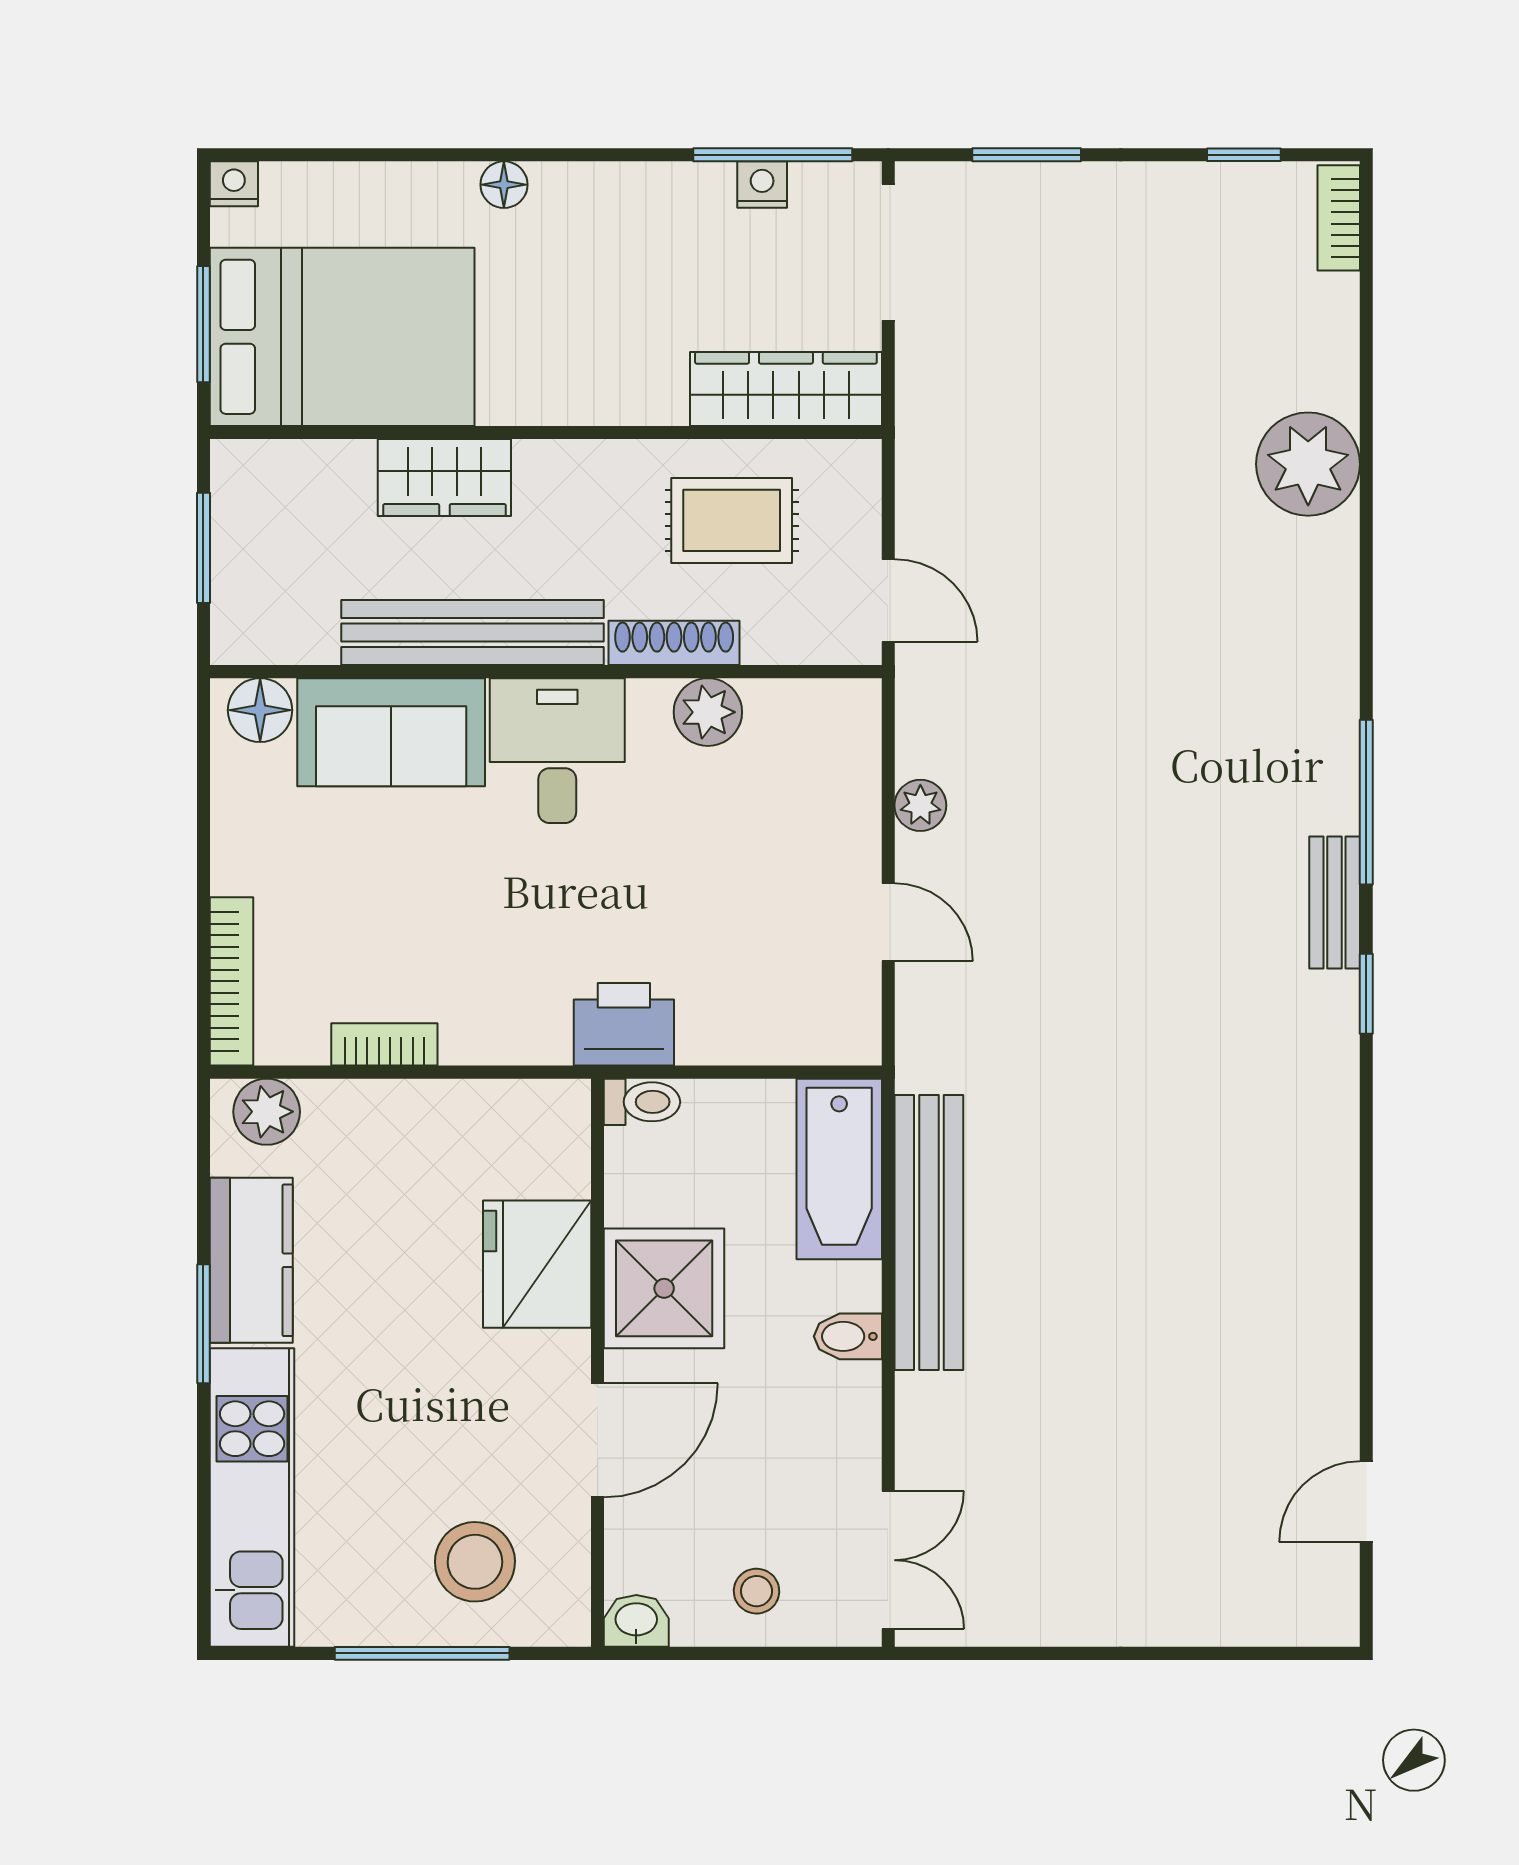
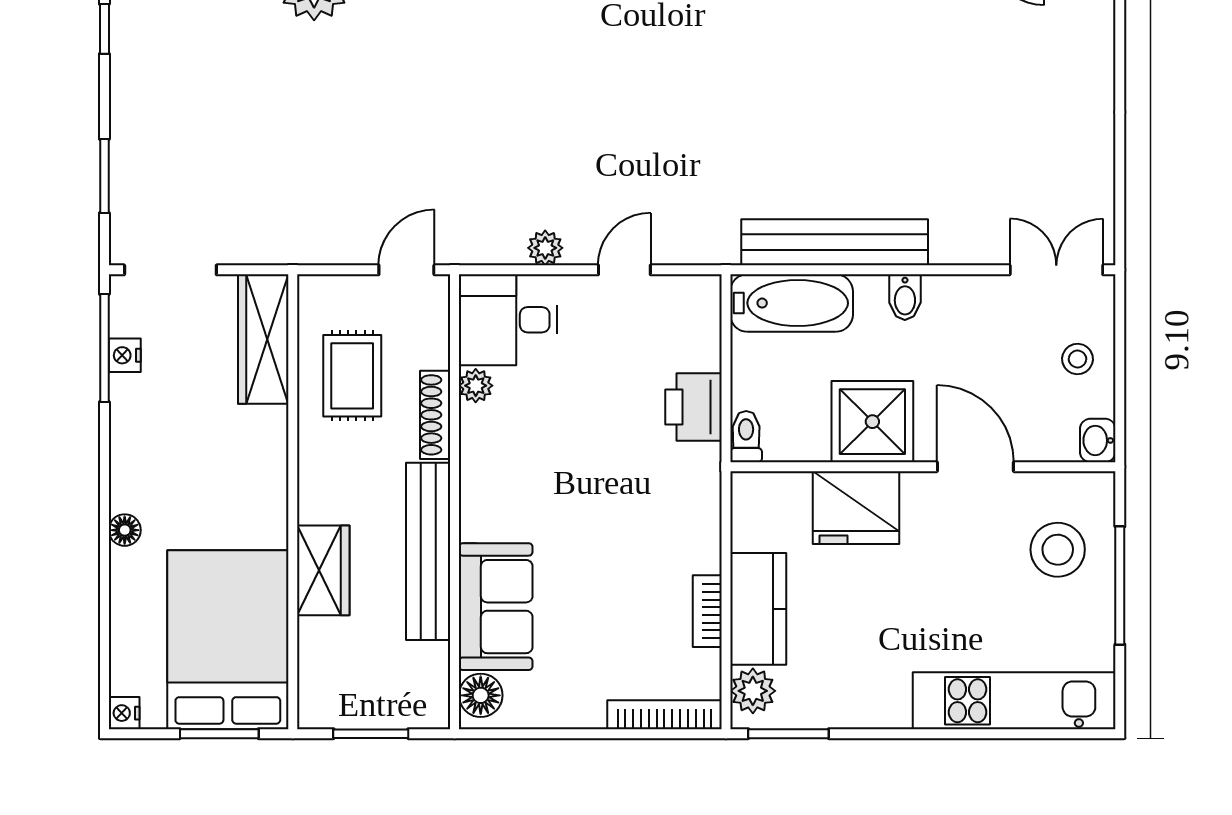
plant: (708, 712) -> (476, 386), width x0.73, depth x0.73
desk: (557, 751) -> (508, 320), moved
printer: (624, 1024) -> (693, 407), moved
kitchen counter: (251, 1260) -> (758, 609), moved, turned 90
window: (203, 1324) -> (788, 734), moved

